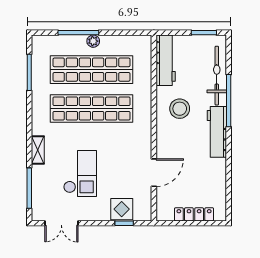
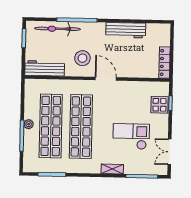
workbench: (217, 132) -> (126, 30), moved
door: (154, 173) -> (106, 79), moved
locker: (194, 214) -> (164, 63), moved
double door: (61, 223) -> (170, 152), swing flipped

